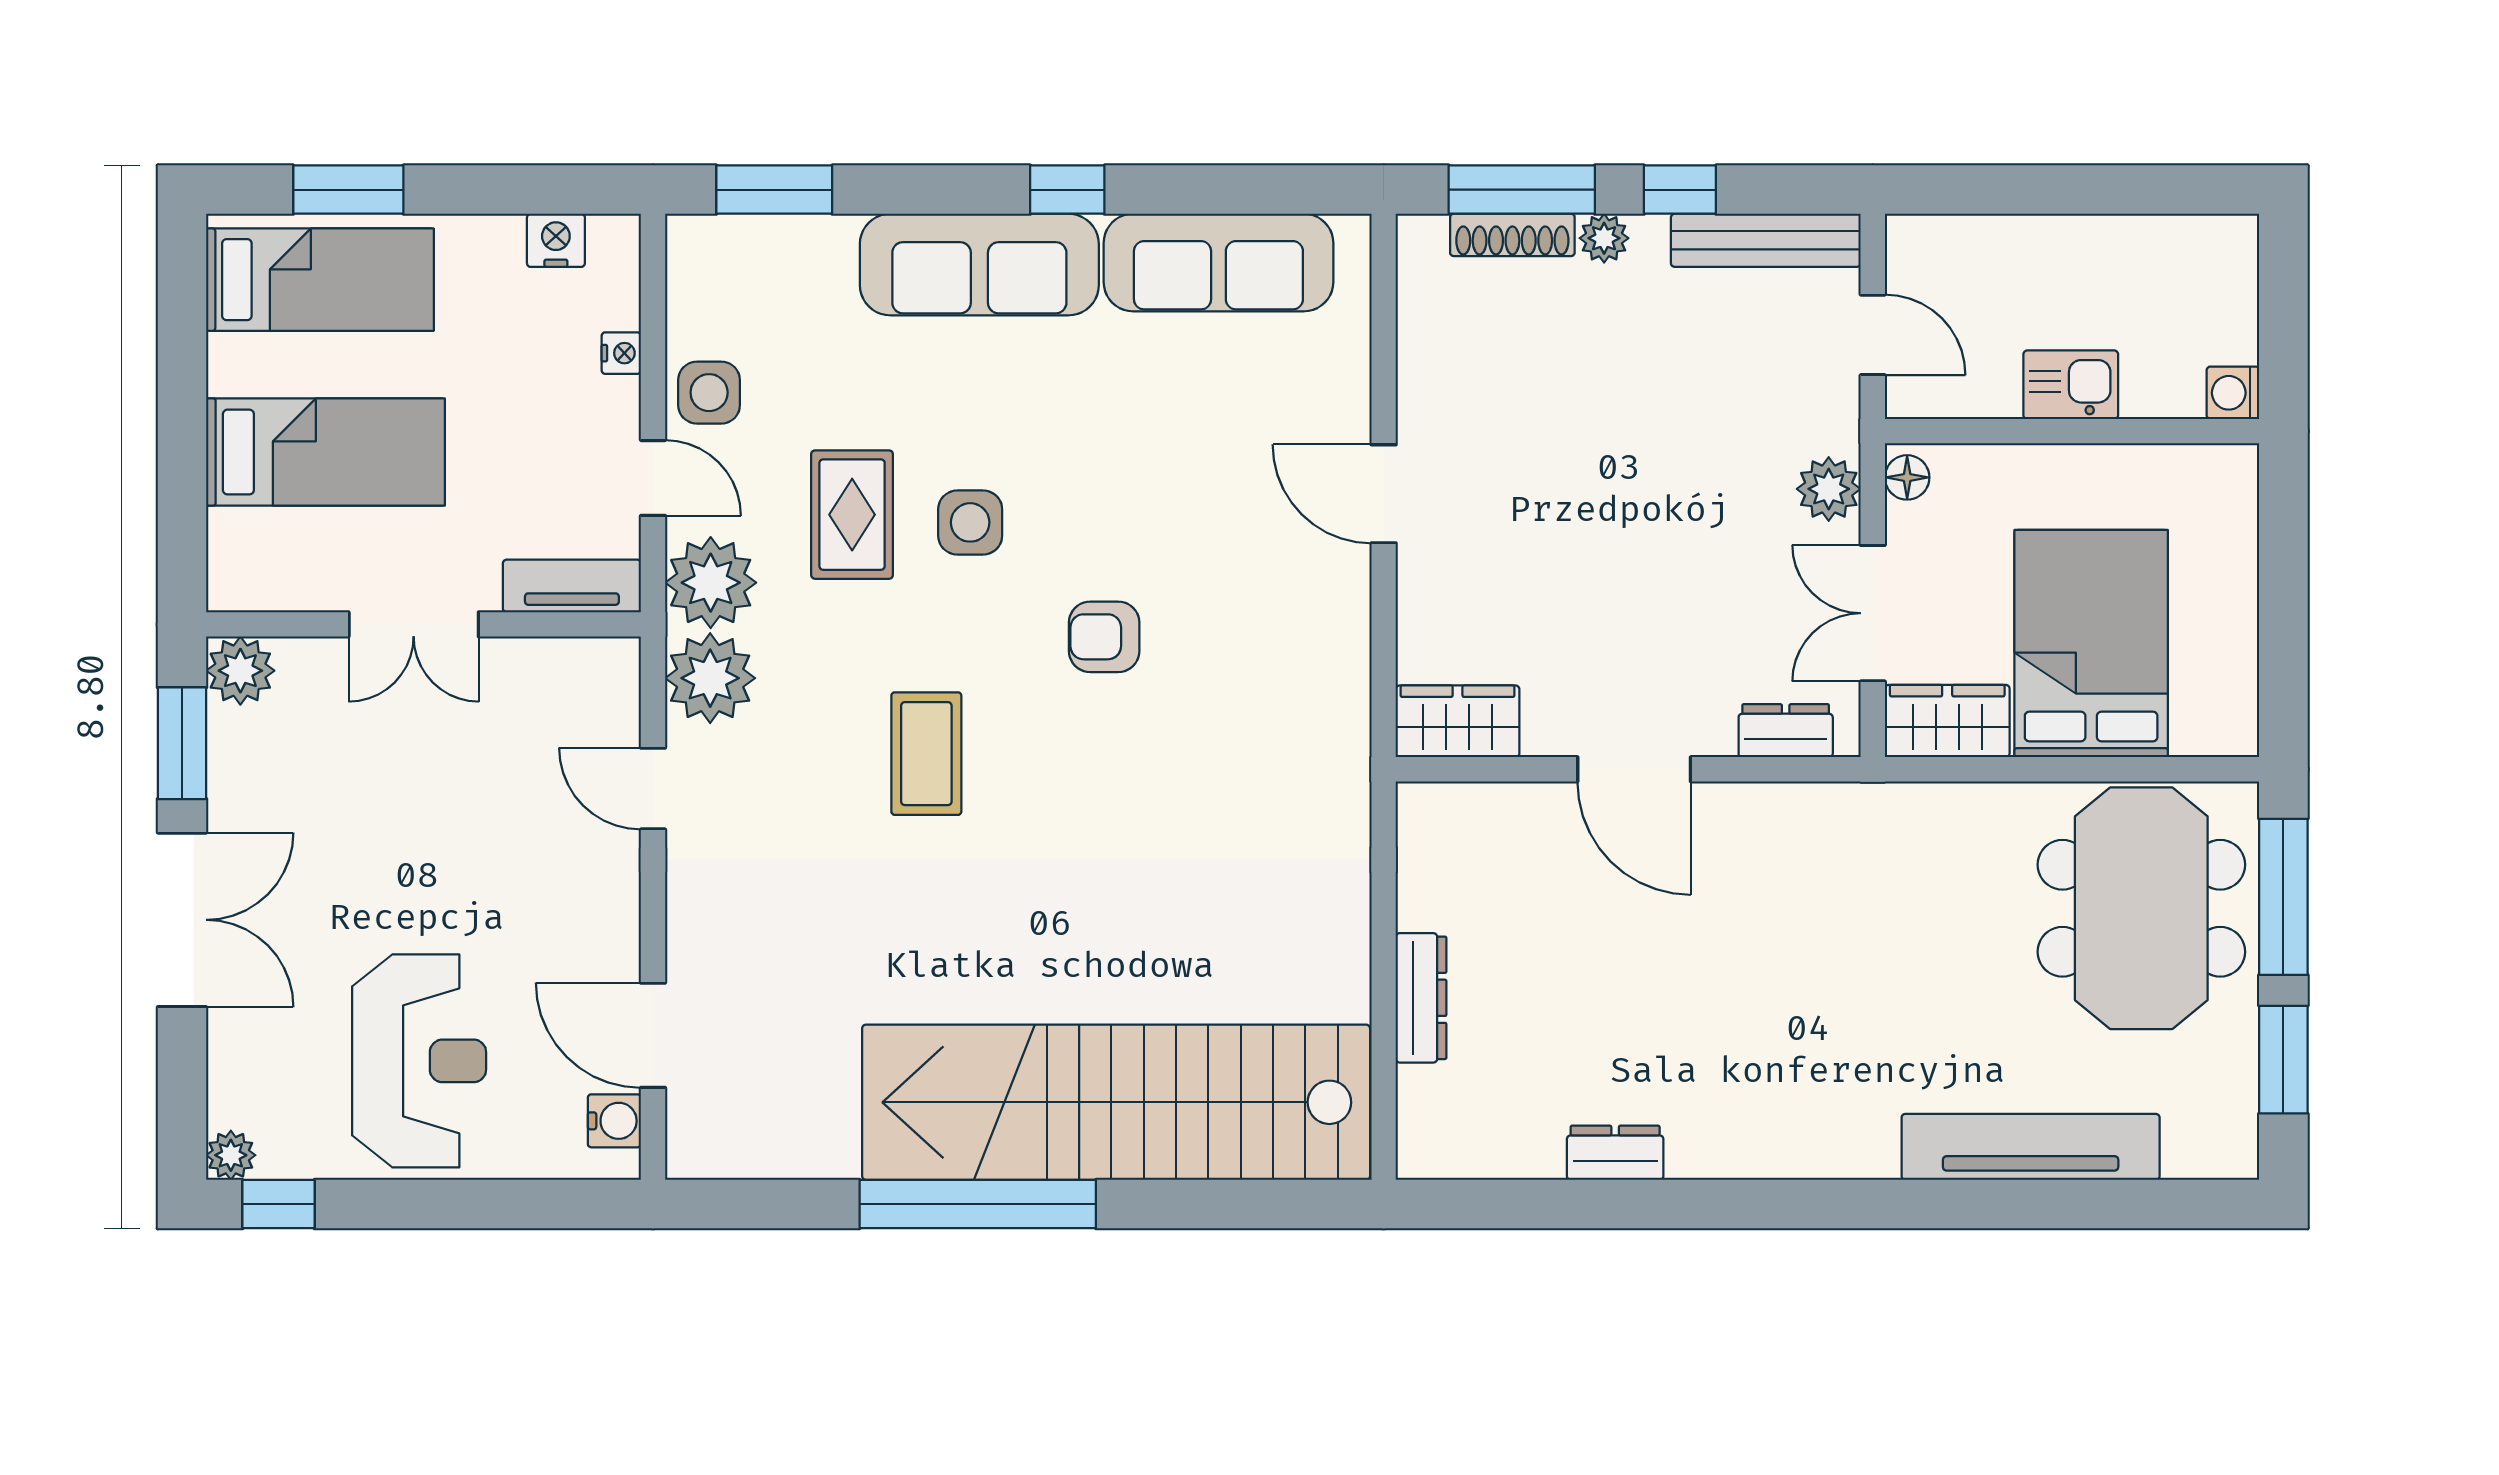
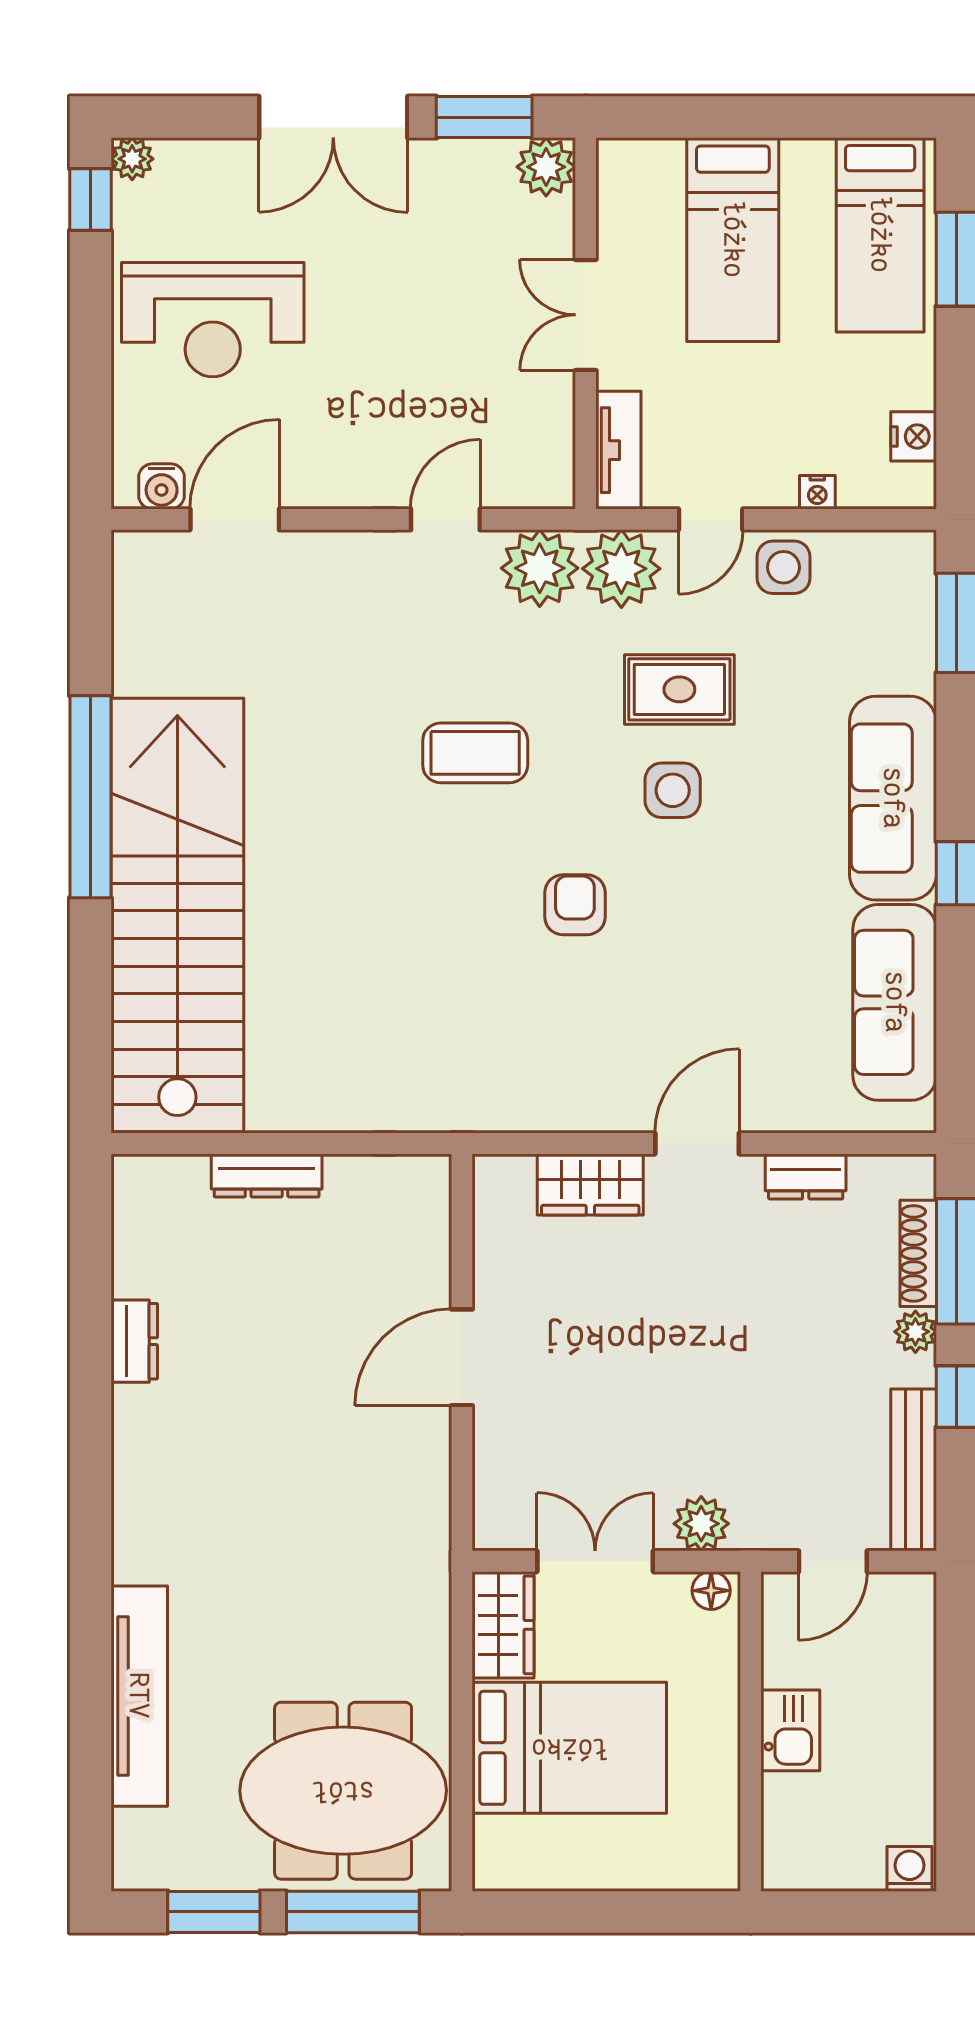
washing machine: (2233, 393) -> (910, 1869), moved
wardrobe: (1458, 721) -> (590, 1184), moved, turned 90
dresser: (1786, 731) -> (806, 1176), moved, turned 90

